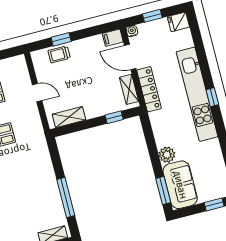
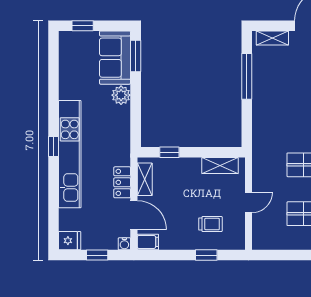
trolley: (59, 54) -> (210, 224), moved
locker: (149, 89) -> (122, 182), width x0.66
door: (37, 93) -> (249, 202), swing flipped

